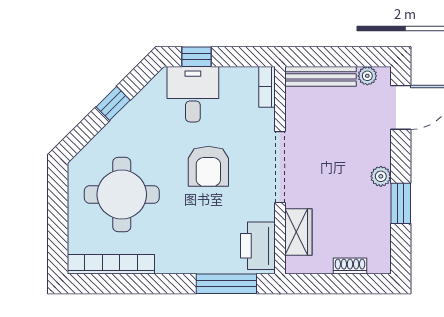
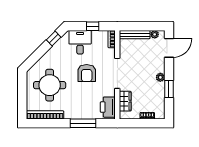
window: (196, 57) -> (93, 26), moved
window: (113, 103) -> (54, 38), moved
window: (226, 284) -> (83, 123), moved

